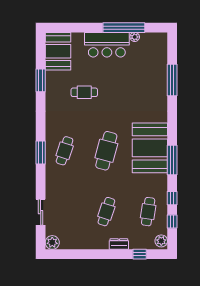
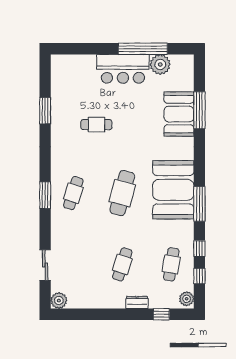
plant: (135, 37) -> (160, 64), width x1.88, depth x1.88
booth: (58, 51) -> (179, 114), moved

